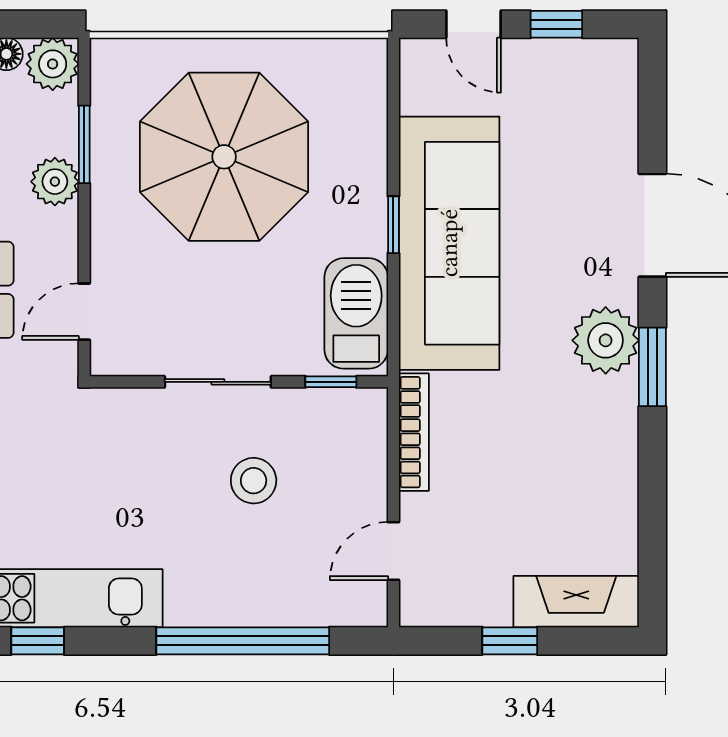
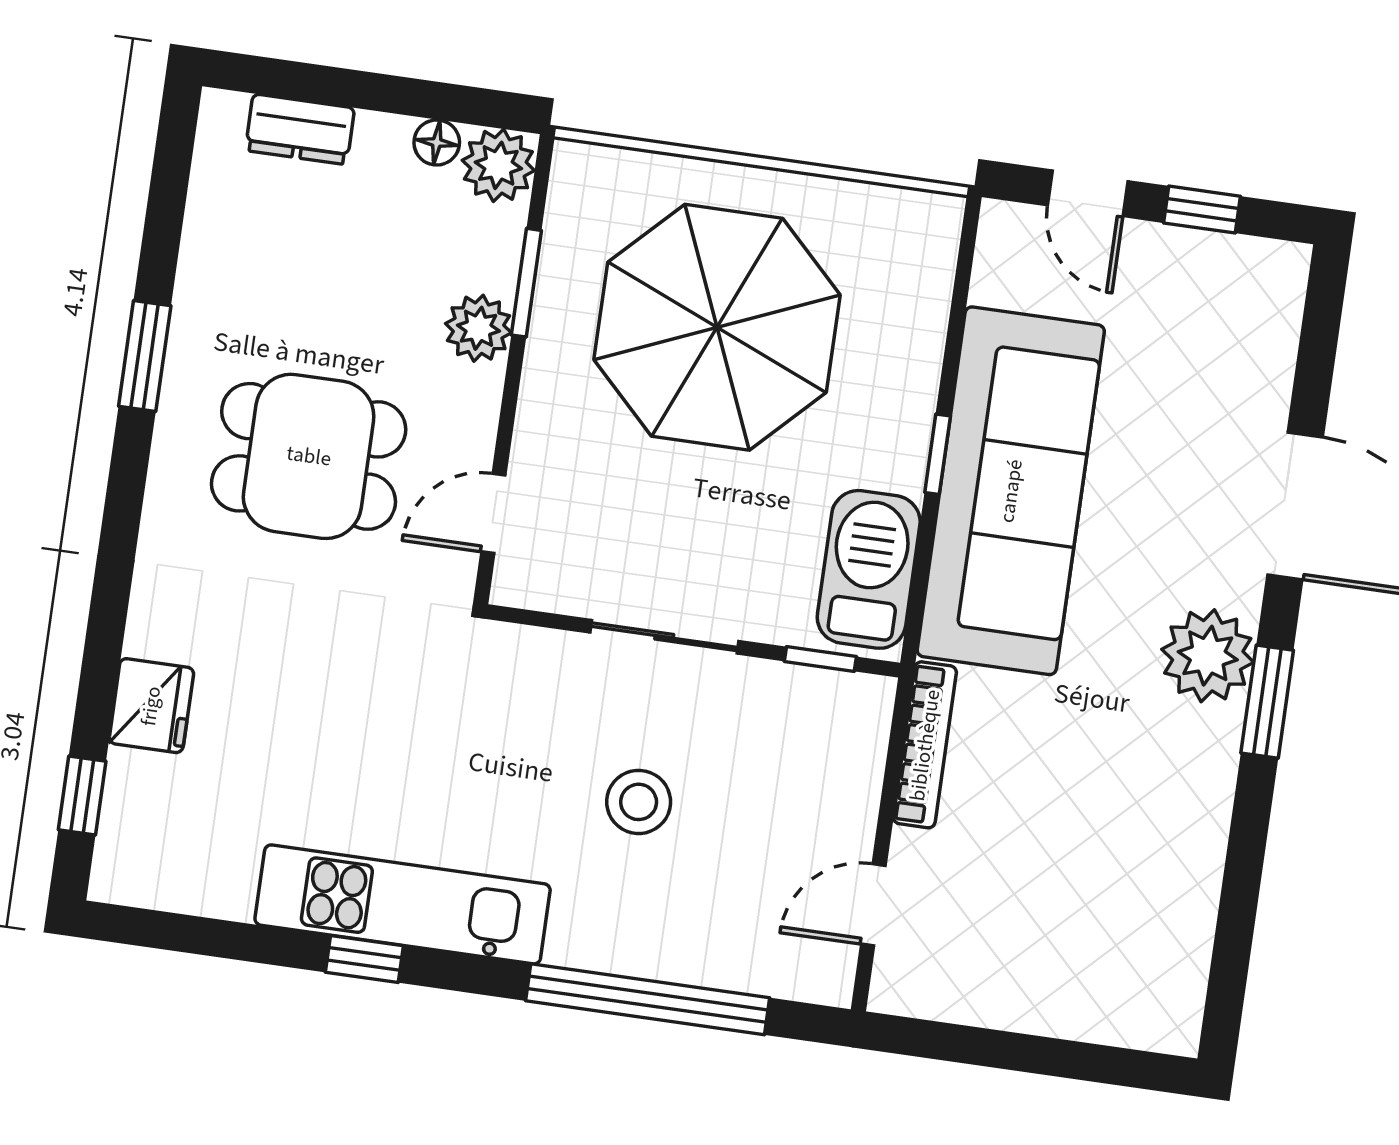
stool: (254, 481) -> (639, 802), moved
fireplace: (576, 602) -> (1116, 1011), removed
window: (510, 641) -> (1016, 1052), removed

